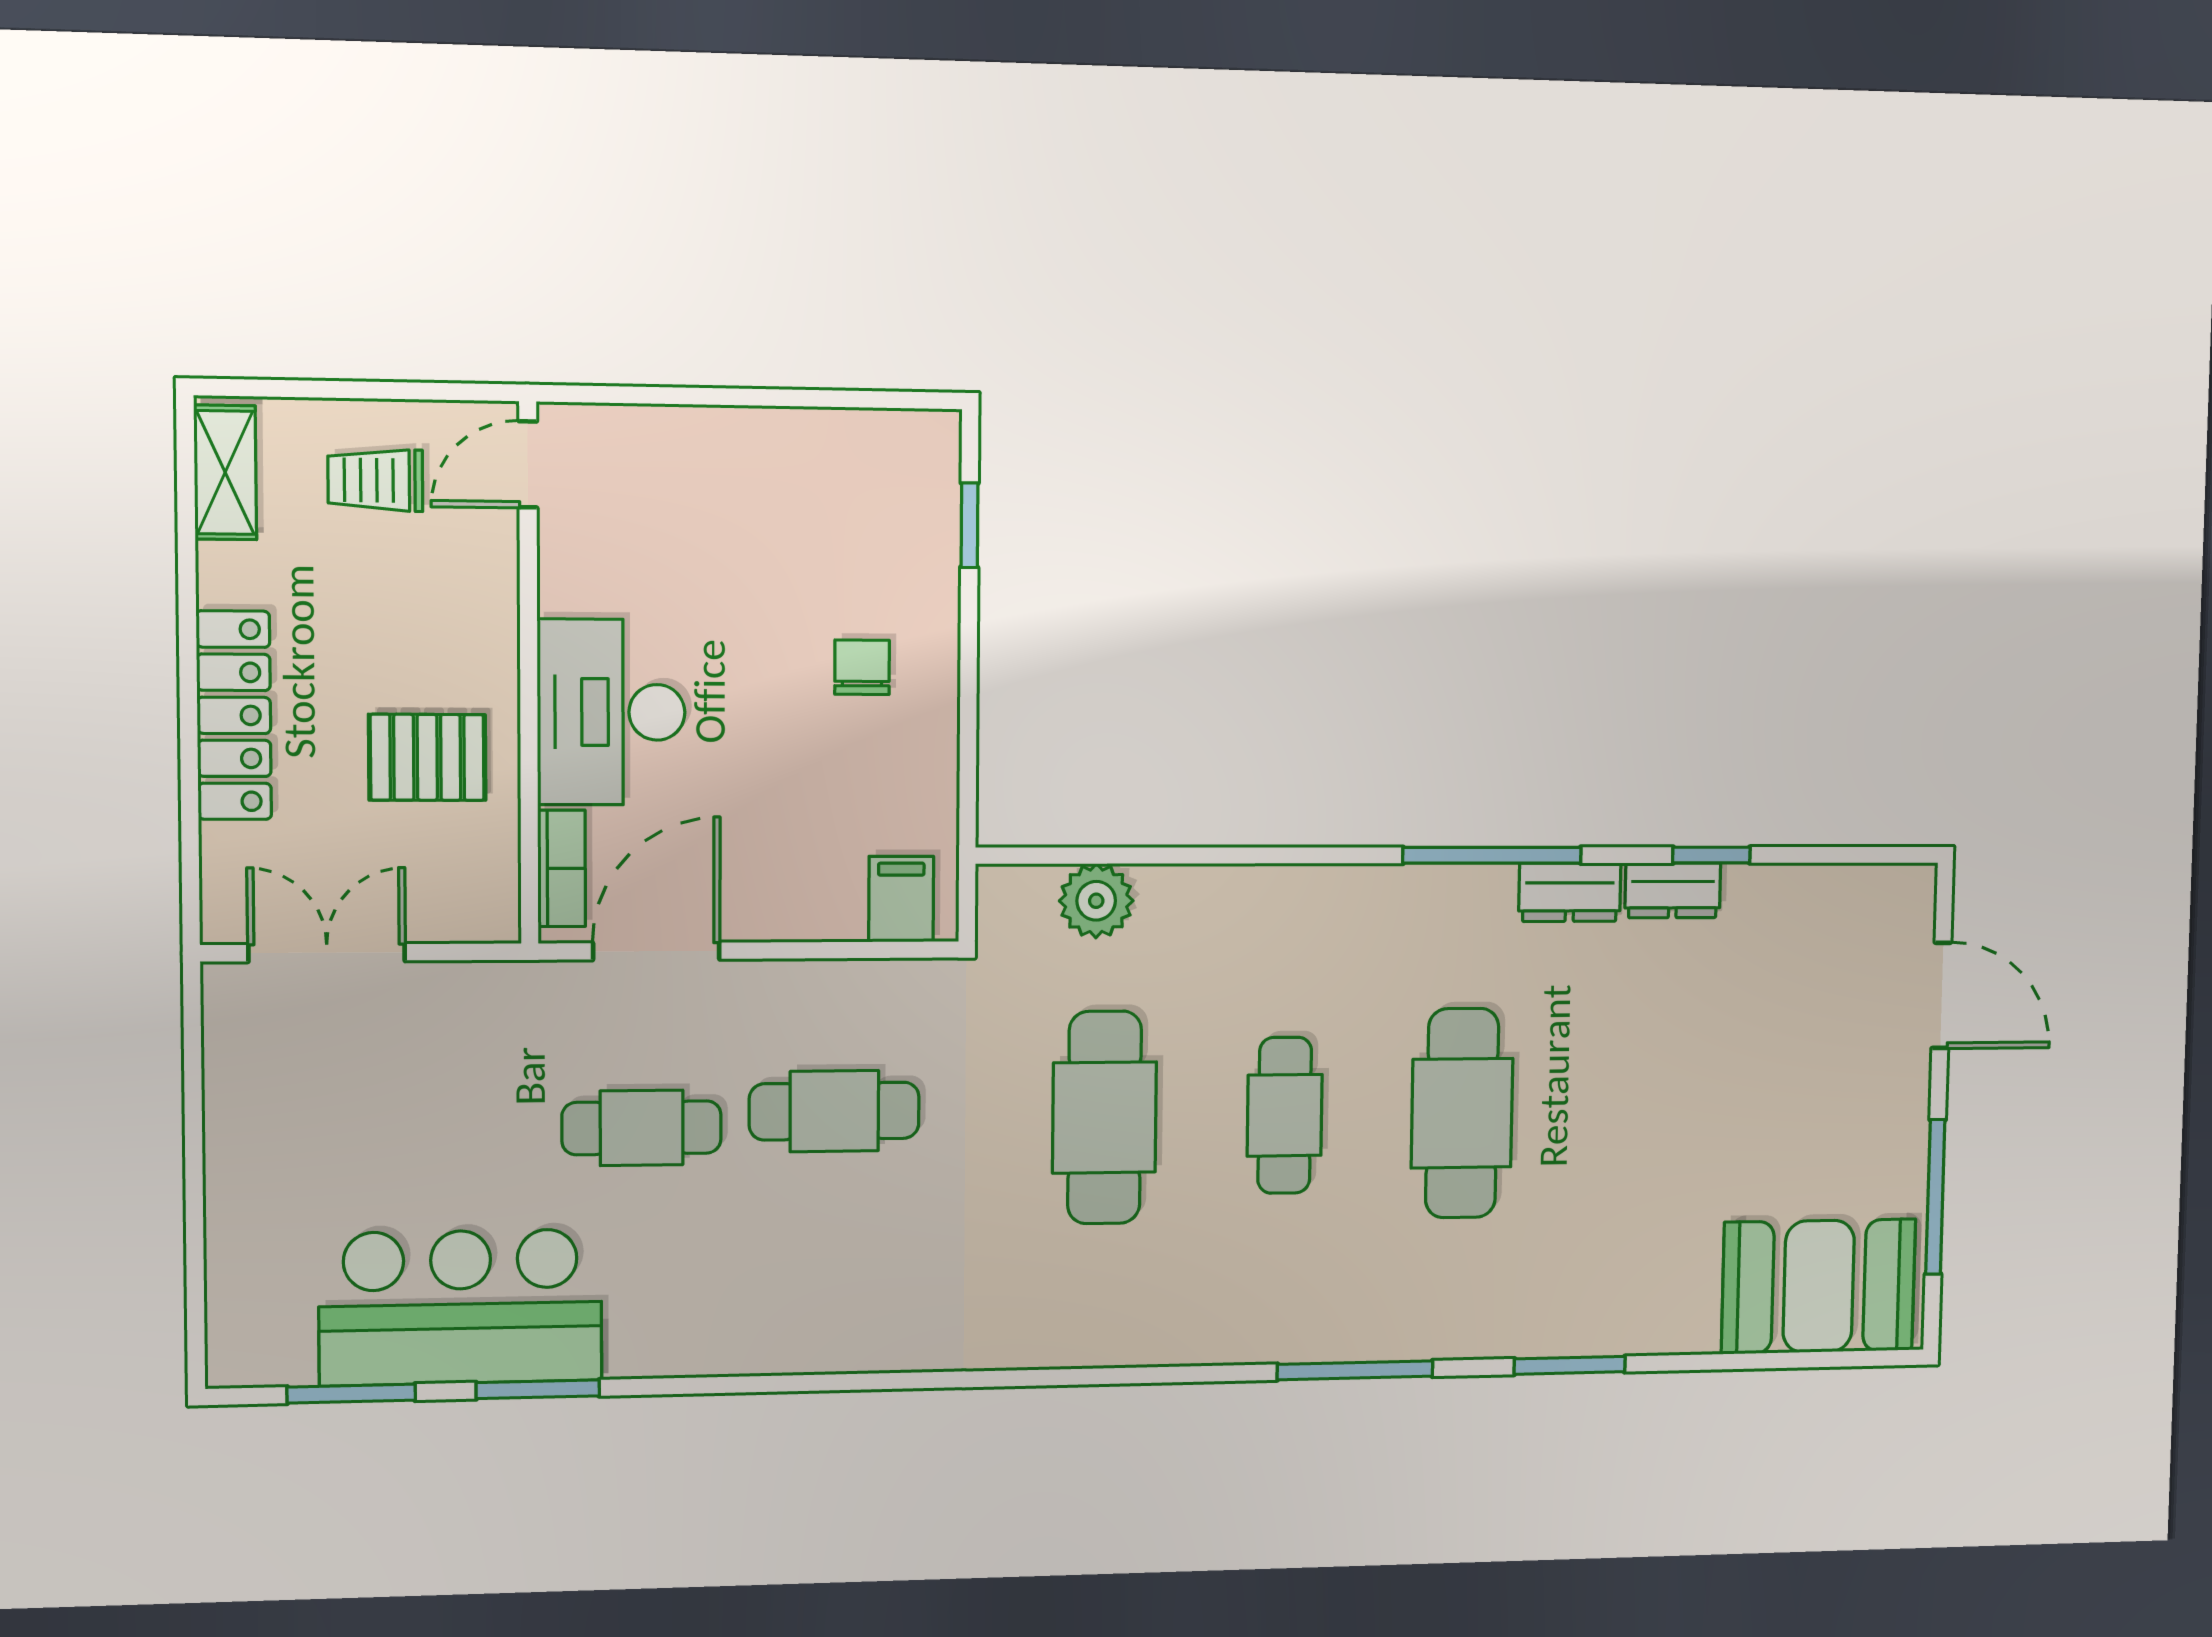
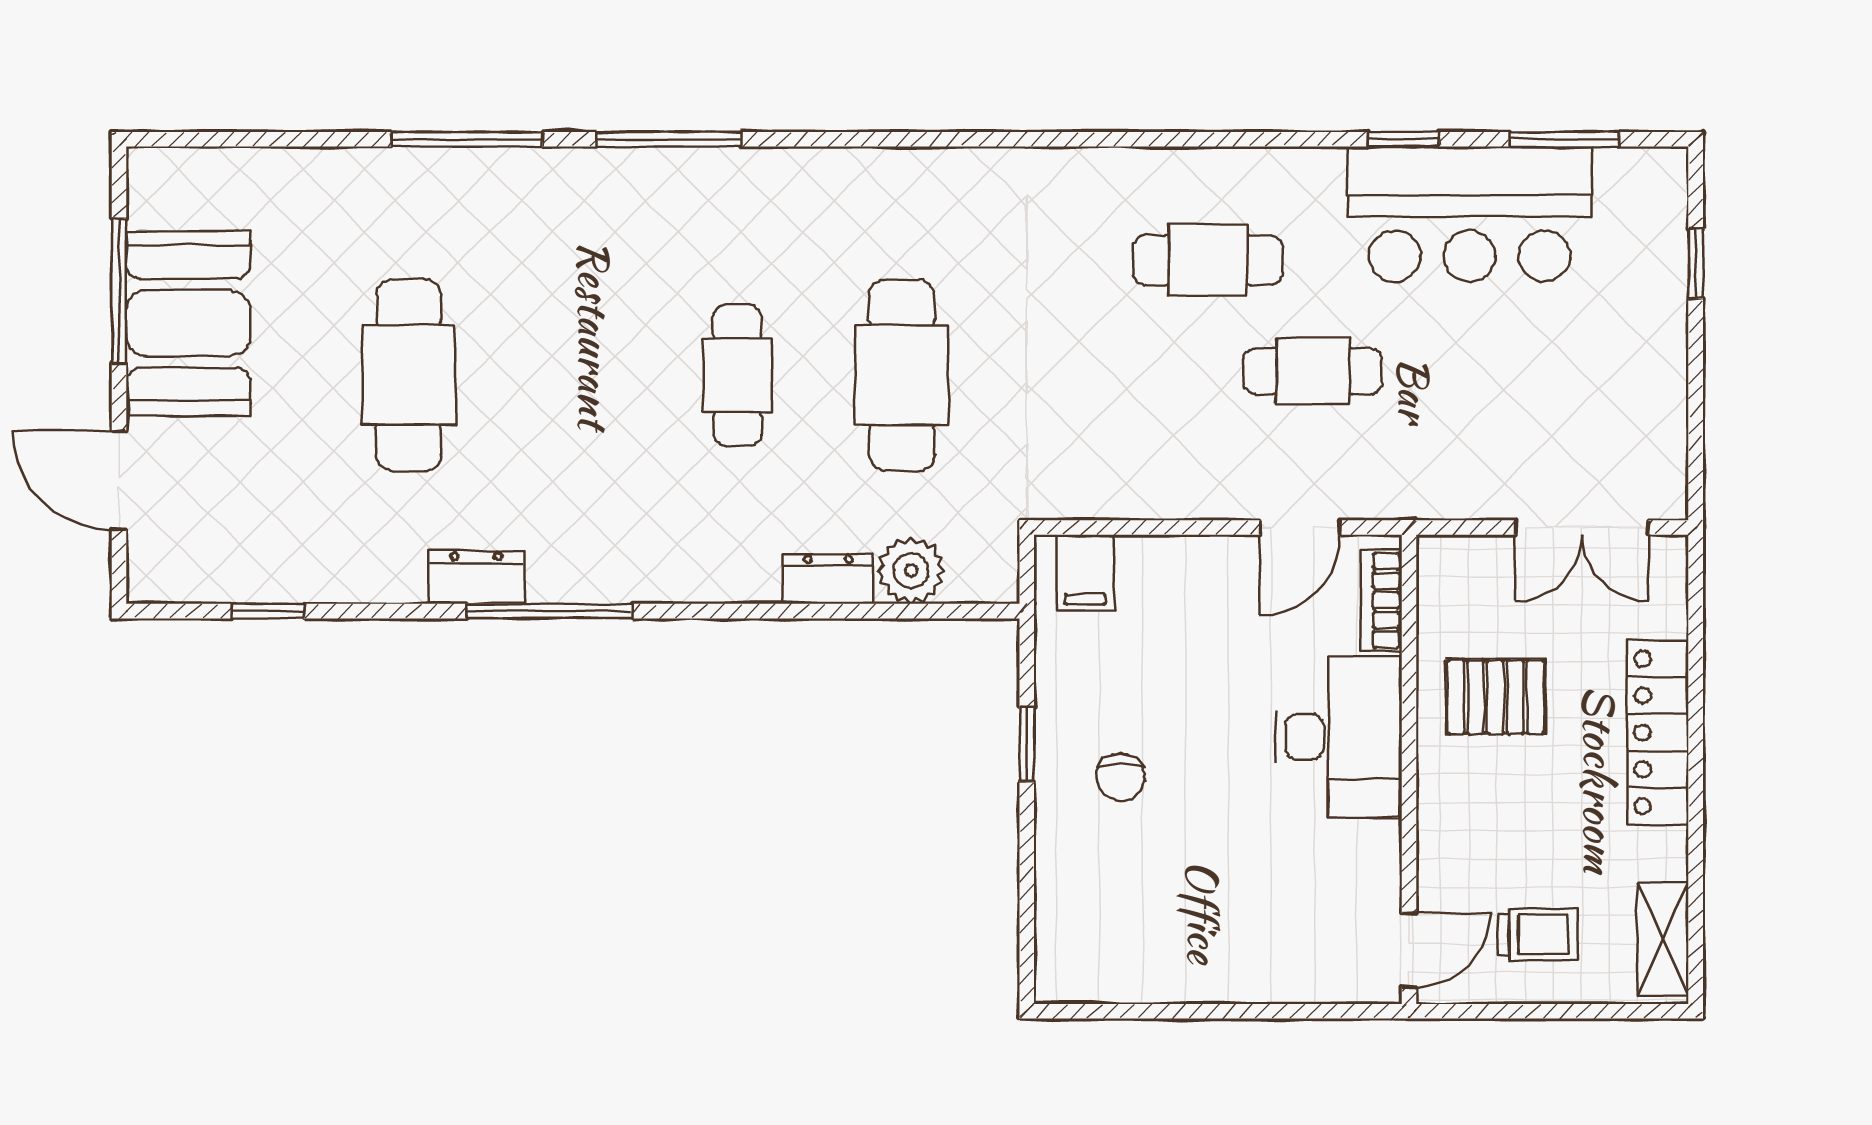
window: (969, 525) -> (1027, 744), moved
window: (1711, 855) -> (268, 611), moved
dresser: (1673, 890) -> (828, 579), moved
door: (656, 951) -> (1300, 527), width x0.73
cafe table: (834, 1111) -> (1208, 260), moved
cafe table: (1462, 1113) -> (409, 375), moved
window: (195, 1256) -> (1696, 264), added
booth: (1819, 1286) -> (188, 323), moved, turned 90
window: (1570, 1365) -> (467, 139), width x1.44
window: (538, 1389) -> (1403, 139), width x0.67

